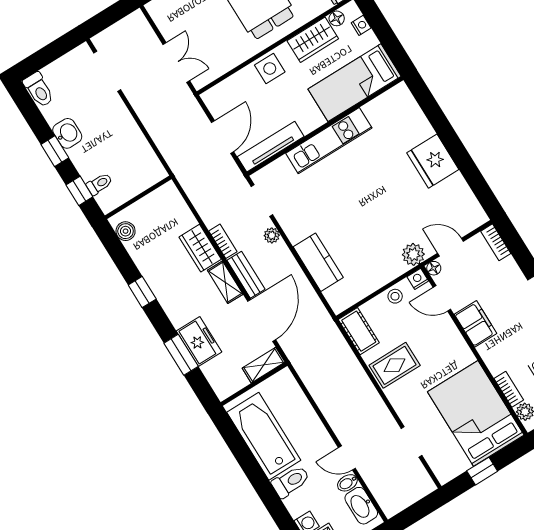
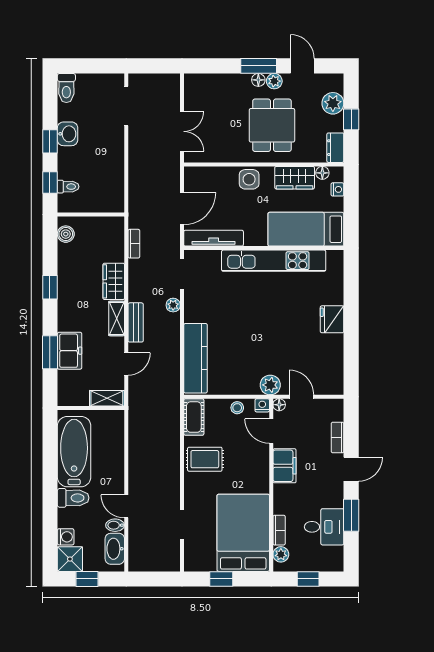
kitchen unit: (329, 141) -> (274, 261), width x1.36
fridge: (433, 161) -> (332, 319), width x0.73, depth x0.75
bookcase: (223, 241) -> (134, 244), moved
bookcase: (496, 242) -> (338, 438), moved
kitchen counter: (318, 262) -> (195, 358), width x1.50
door: (262, 320) -> (126, 364), width x0.53

